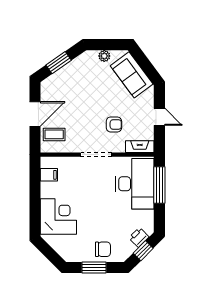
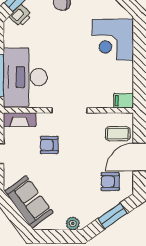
plant: (104, 56) -> (73, 224), moved
armchair: (61, 93) -> (110, 182), added
filing cabinet: (49, 175) -> (124, 101), moved

